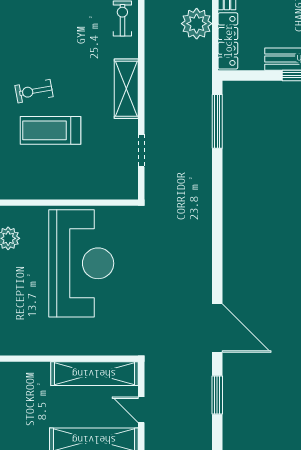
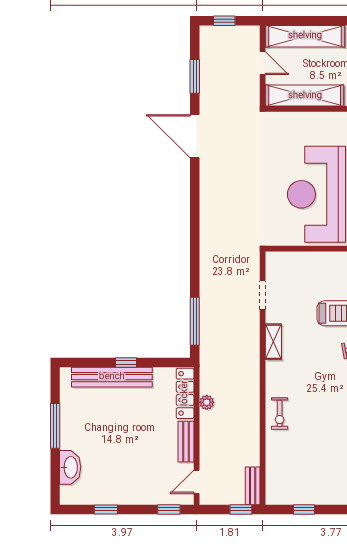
plant: (197, 24) -> (207, 402), width x0.53, depth x0.53
shelving: (126, 89) -> (273, 342), width x0.67, depth x0.75

